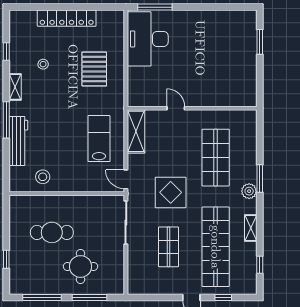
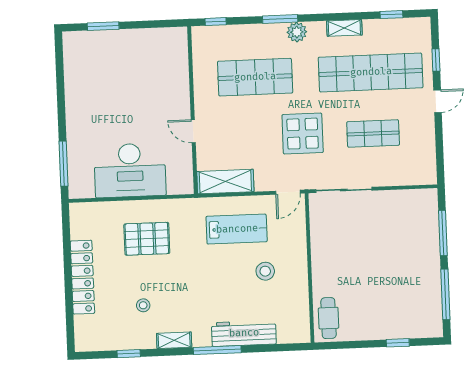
desk: (148, 39) -> (130, 170), moved
door: (176, 108) -> (193, 131), hinge flipped
window: (260, 129) -> (216, 22), added
lab bench: (99, 139) -> (237, 229), turned 180
stool: (43, 177) -> (265, 271), moved
cafe table: (52, 232) -> (329, 318), moved, width x0.73, depth x0.74
round table: (80, 266) -> (403, 246), removed

